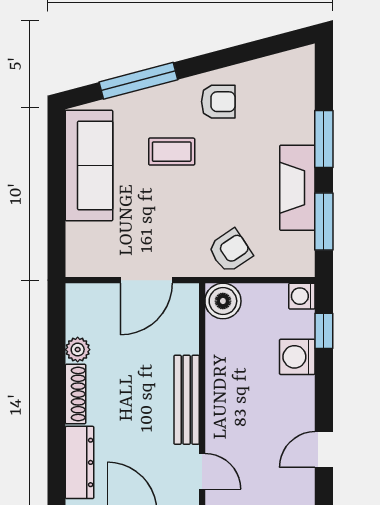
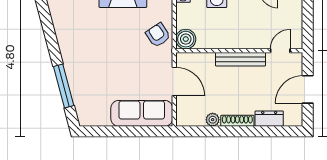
armchair: (218, 102) -> (75, 42), removed
coffee table: (172, 152) -> (103, 68), removed
sofa: (89, 165) -> (142, 113), moved
dresser: (80, 462) -> (269, 119), width x0.70

